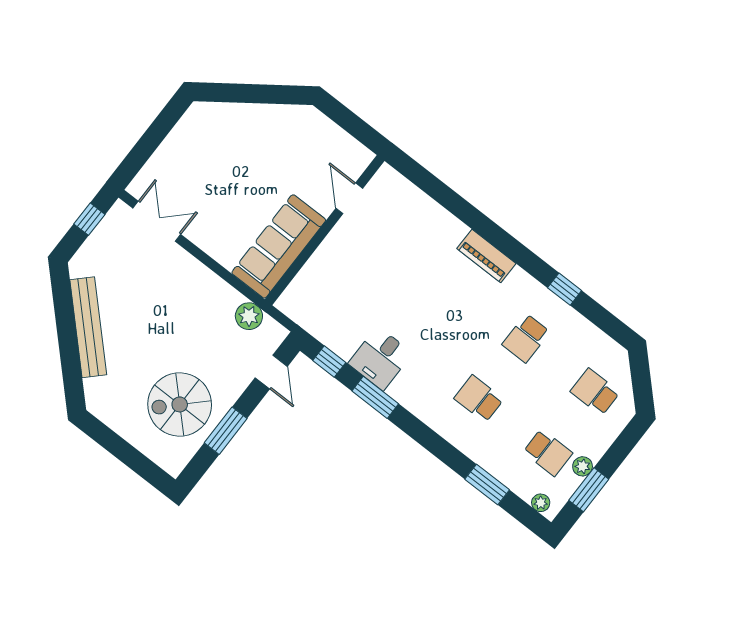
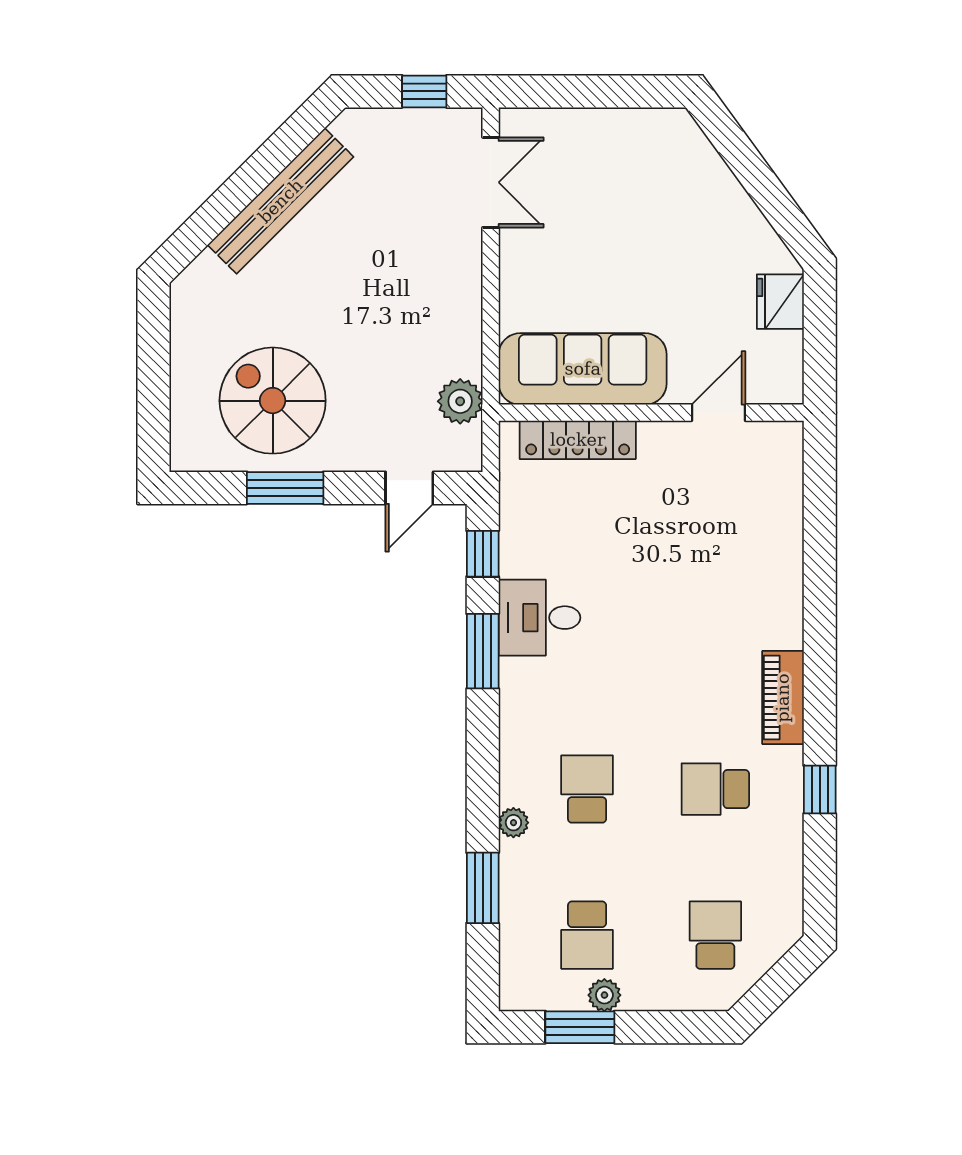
fridge: (320, 128) -> (780, 302), added
piano: (486, 256) -> (783, 698), moved
locker: (310, 275) -> (578, 440), added
plant: (541, 503) -> (513, 823), moved

